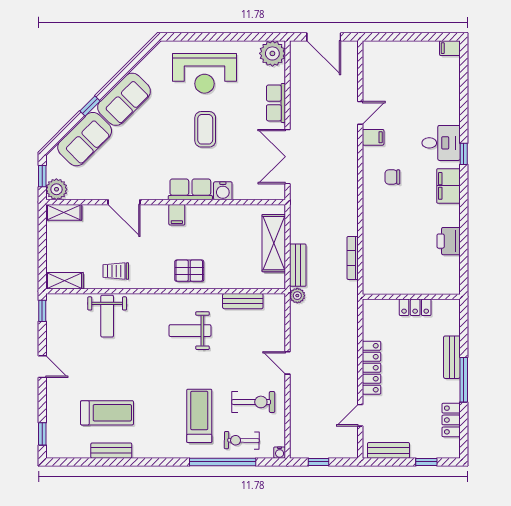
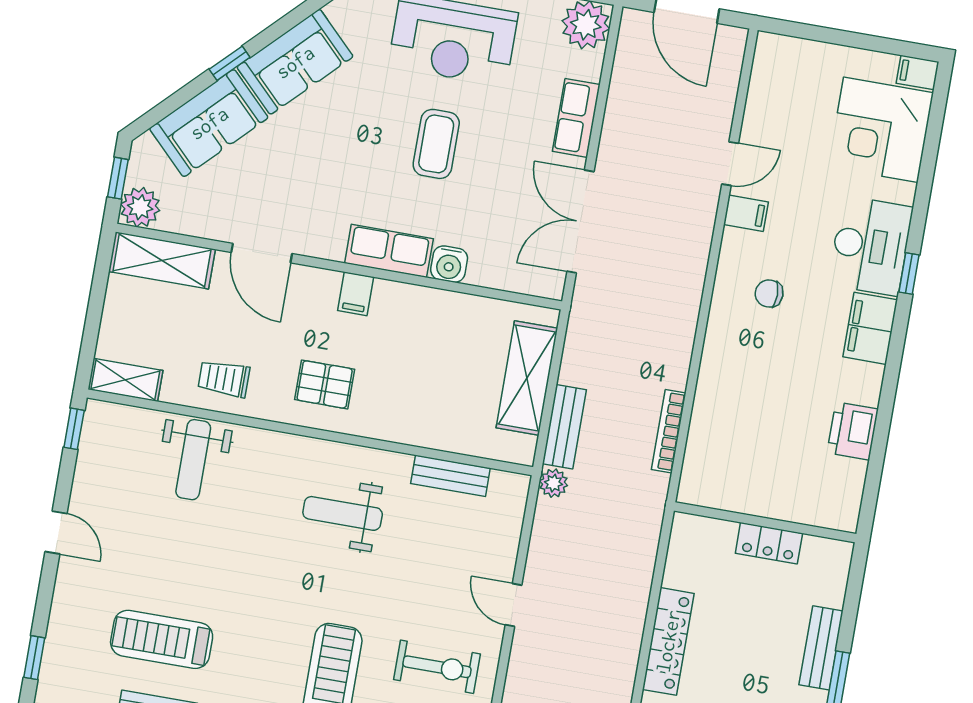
corner desk: (436, 81) -> (881, 130), added
desk: (441, 143) -> (870, 246), width x1.37
shelving: (64, 212) -> (162, 260), width x1.50, depth x1.33
pallet: (189, 271) -> (325, 384), moved
treadmill: (107, 413) -> (162, 639), turned 180

